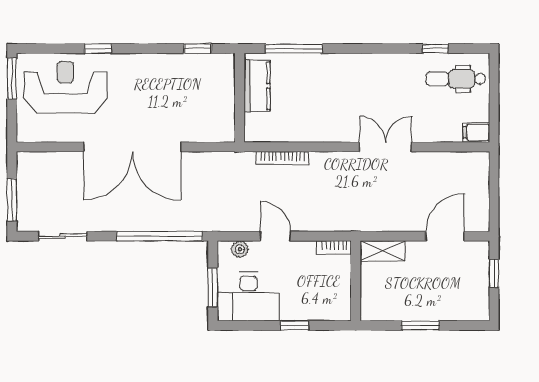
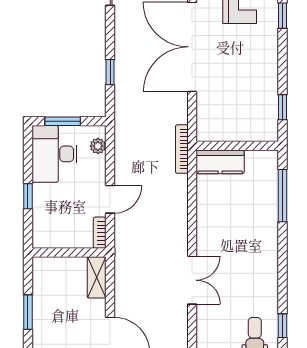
kitchen counter: (257, 86) -> (220, 162), moved
bookcase: (283, 158) -> (182, 149), moved
window: (159, 236) -> (110, 72), width x0.32
door: (275, 236) -> (110, 199), moved

